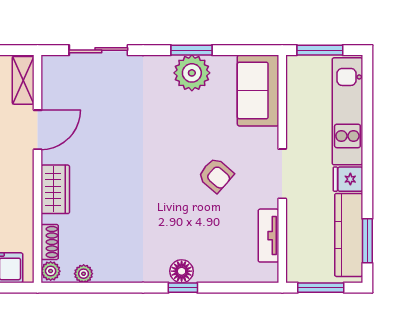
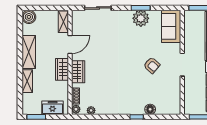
wardrobe: (20, 184) -> (62, 69), added
tv unit: (268, 236) -> (176, 93), removed
floor lamp: (182, 271) -> (150, 109), moved

